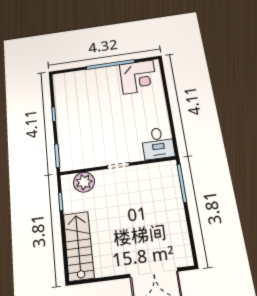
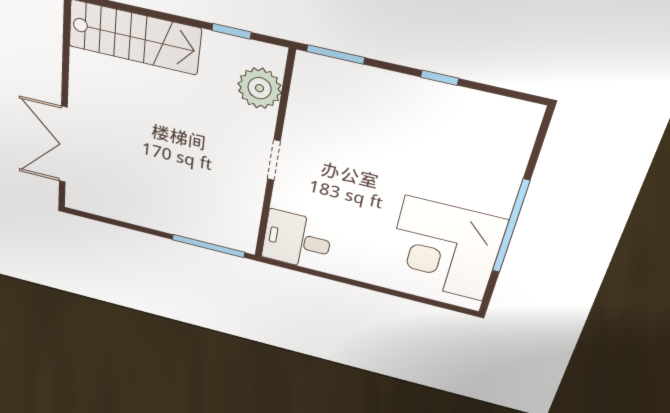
corner desk: (138, 77) -> (445, 249), width x1.36, depth x1.36

